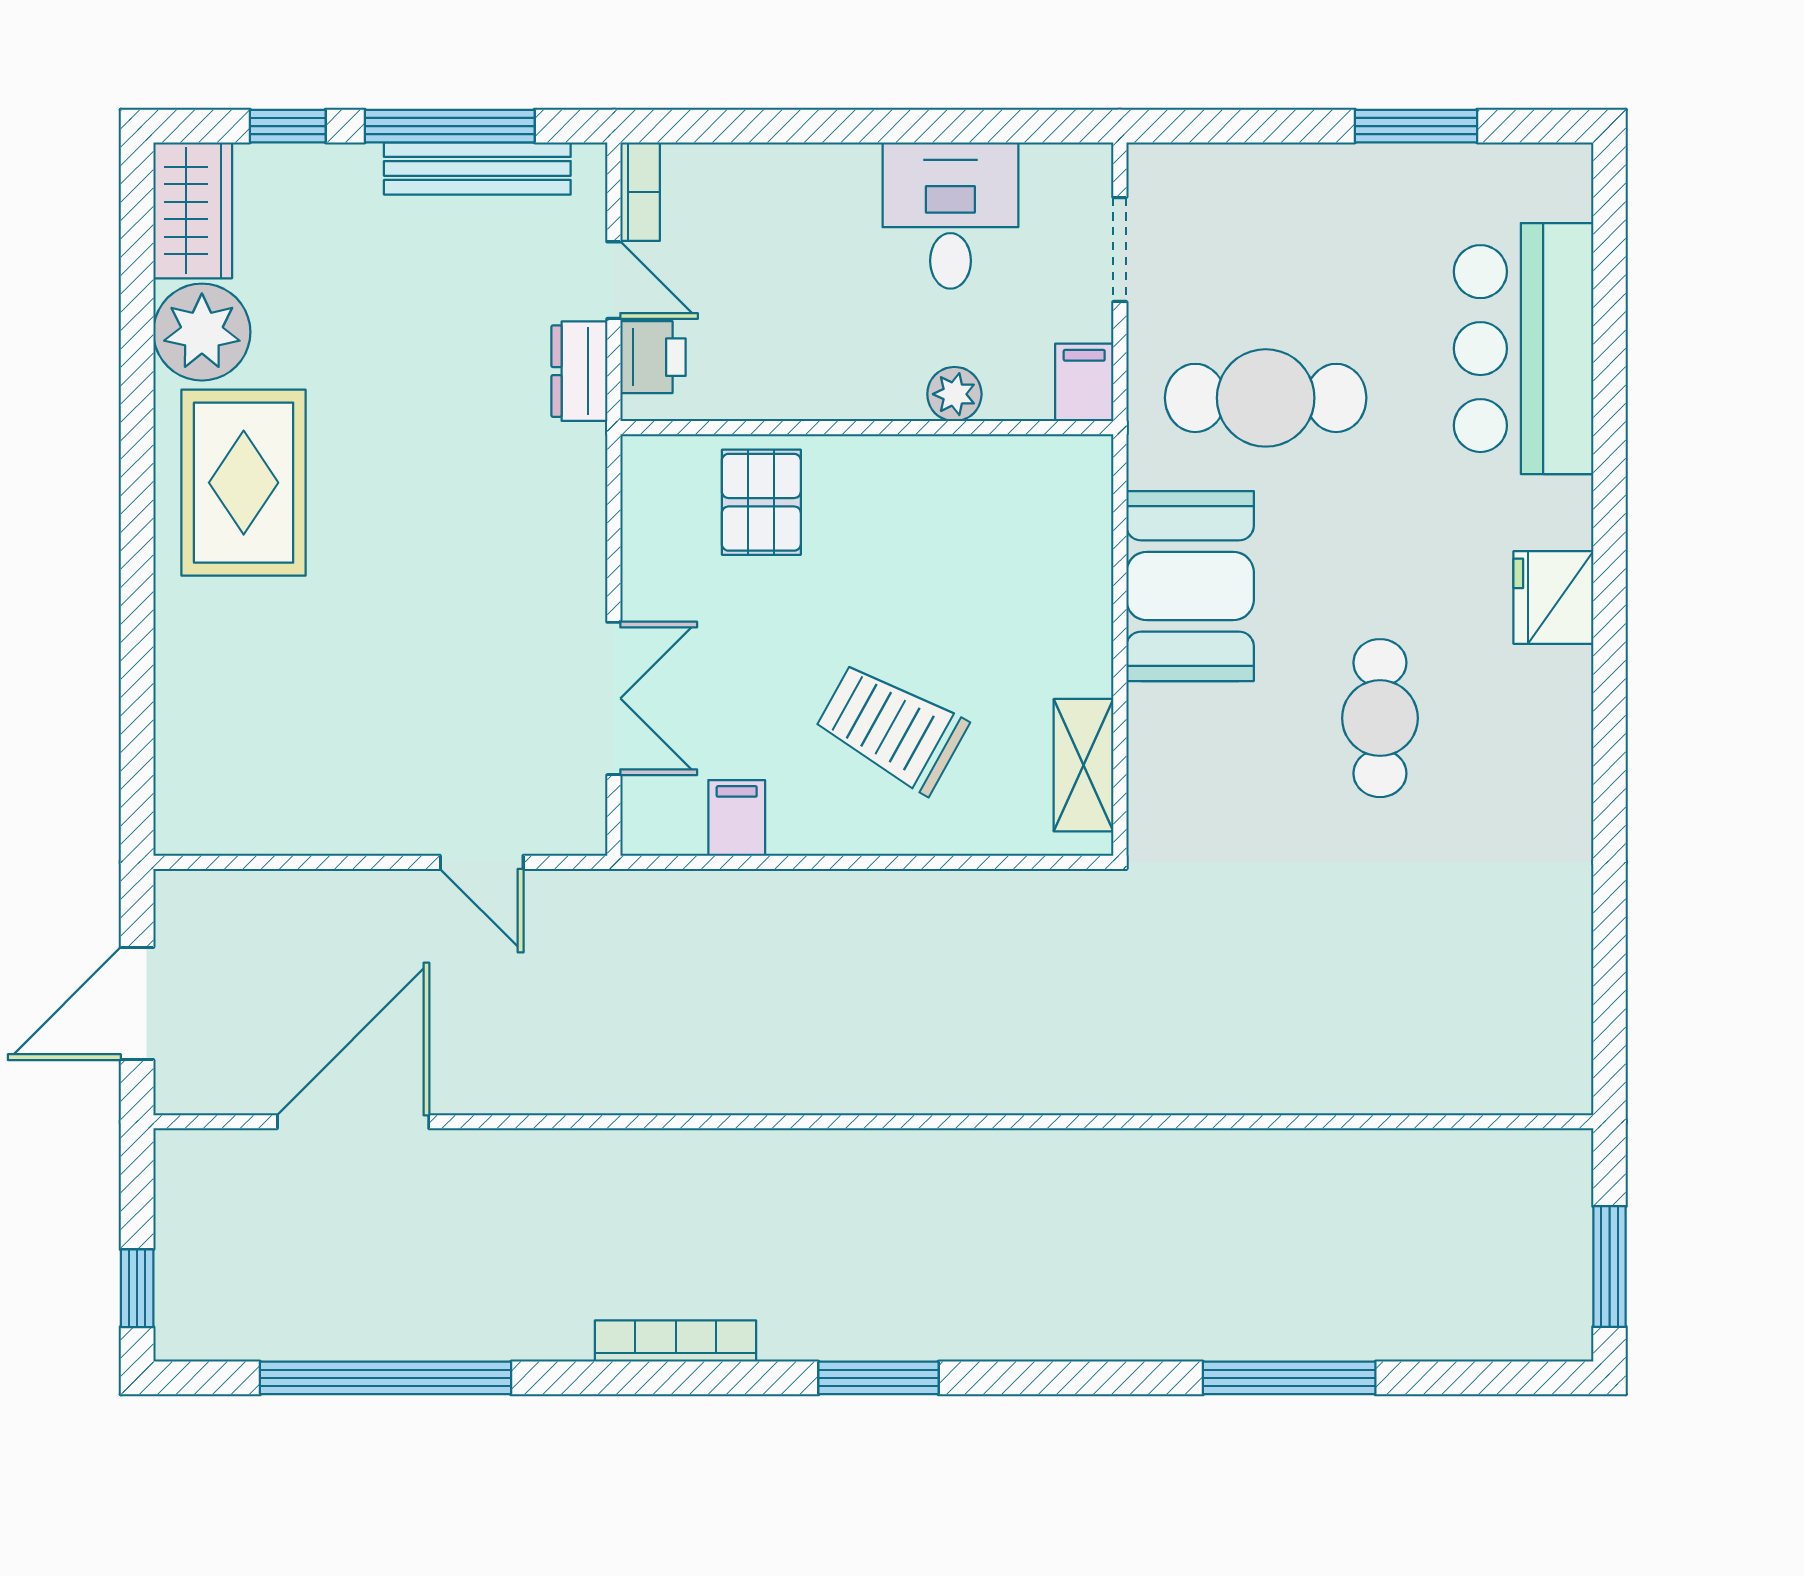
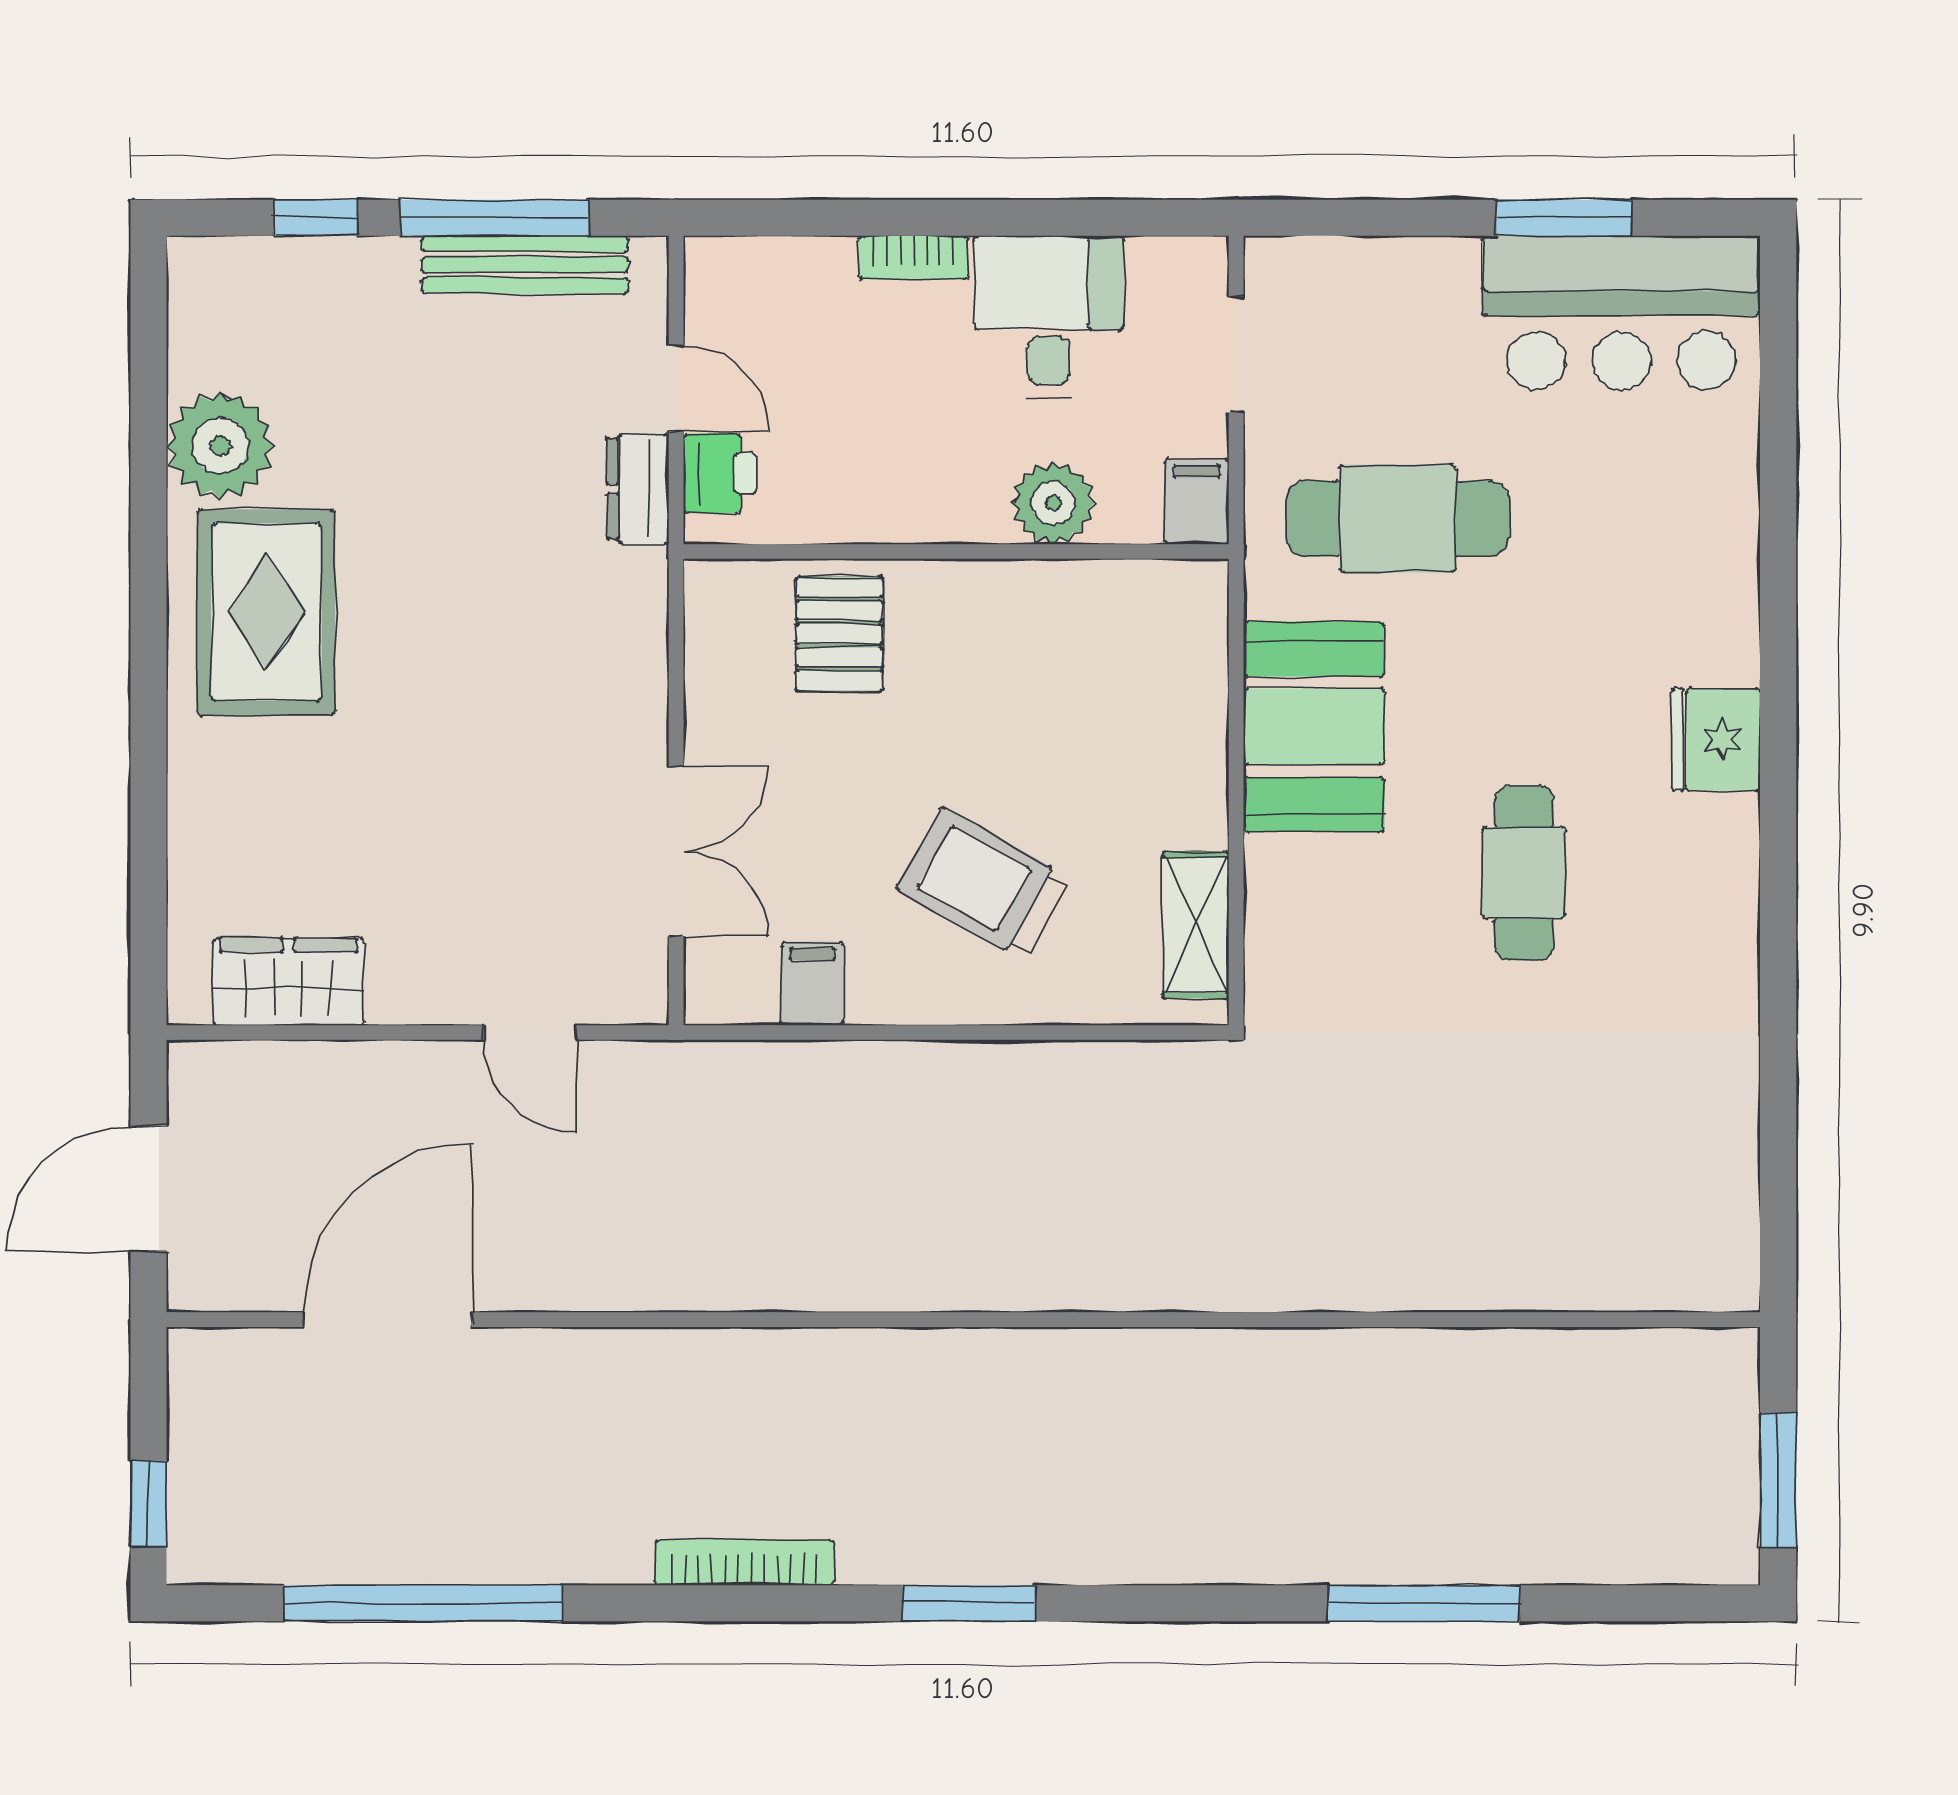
bookcase: (640, 192) -> (913, 257), moved, turned 90
wardrobe: (193, 210) -> (288, 982), moved, turned -90
bar counter: (1524, 349) -> (1621, 313), moved, turned -90
plant: (954, 394) -> (1053, 503), width x1.38, depth x1.38

